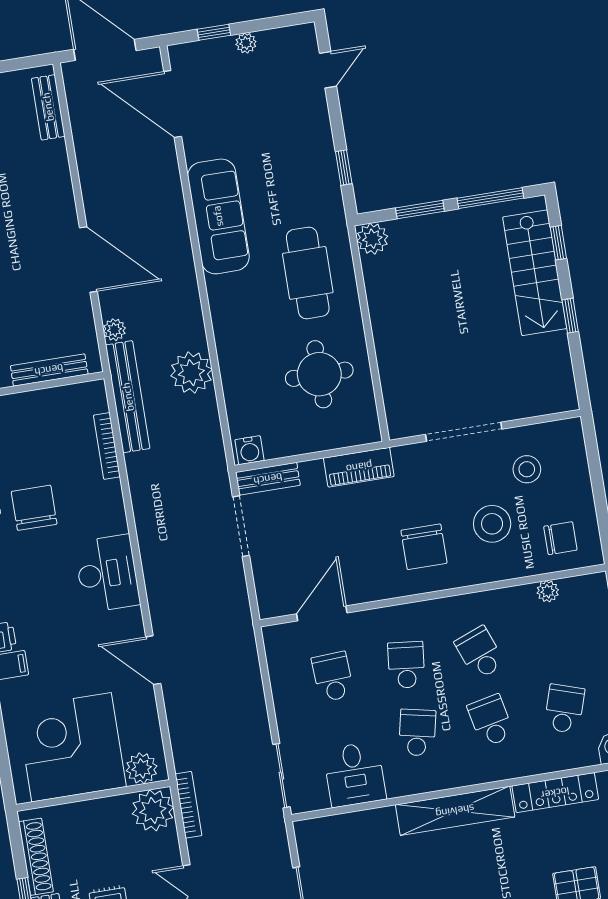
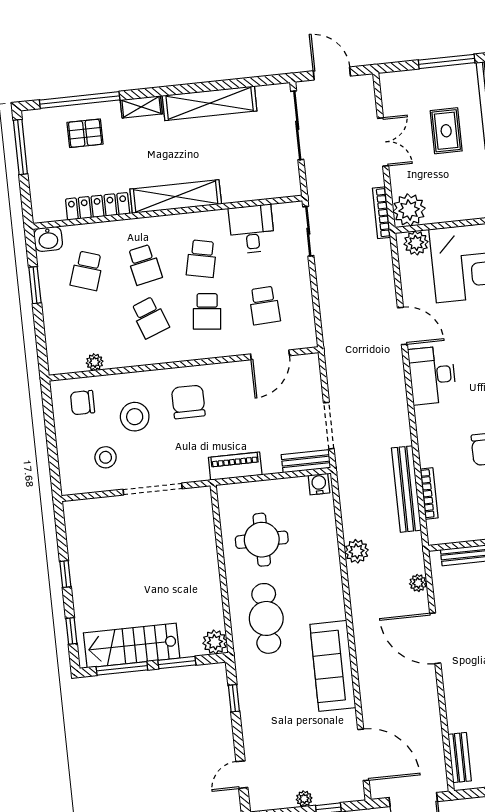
stairs: (535, 273) -> (132, 645), moved, turned -90
plant: (191, 373) -> (357, 551), width x0.73, depth x0.73
bench: (128, 397) -> (406, 489), moved
desk: (107, 574) -> (432, 375), moved

